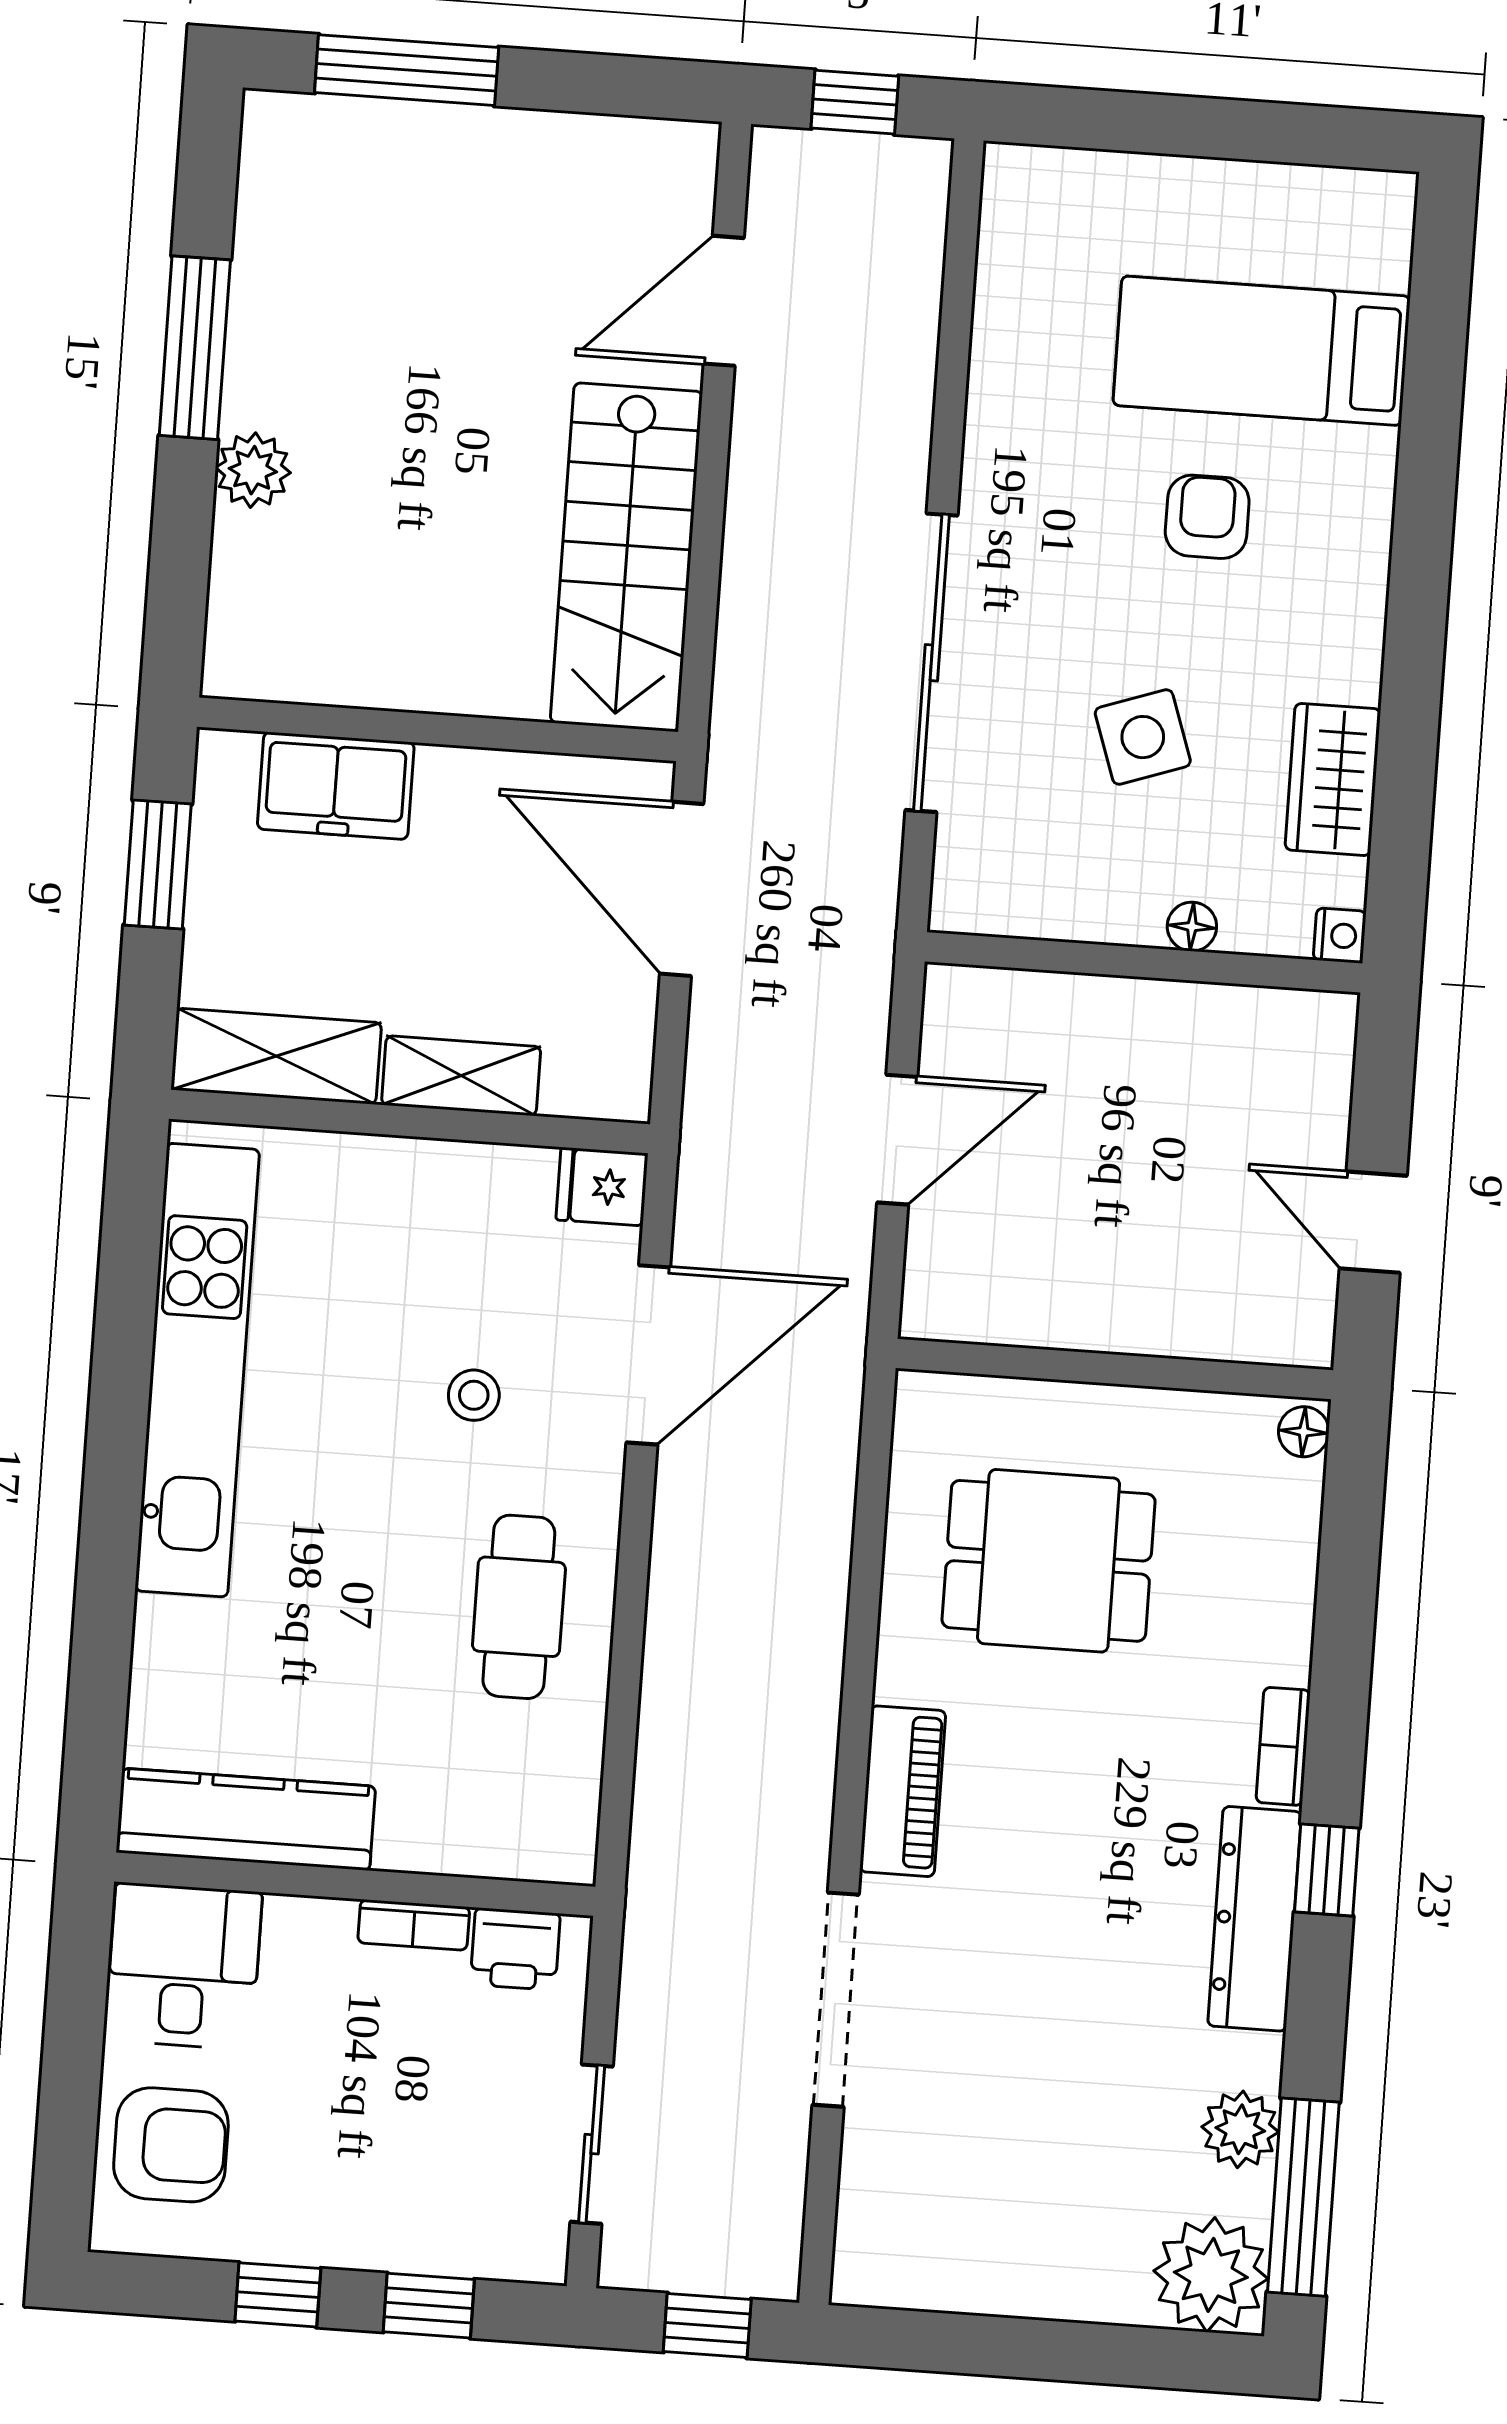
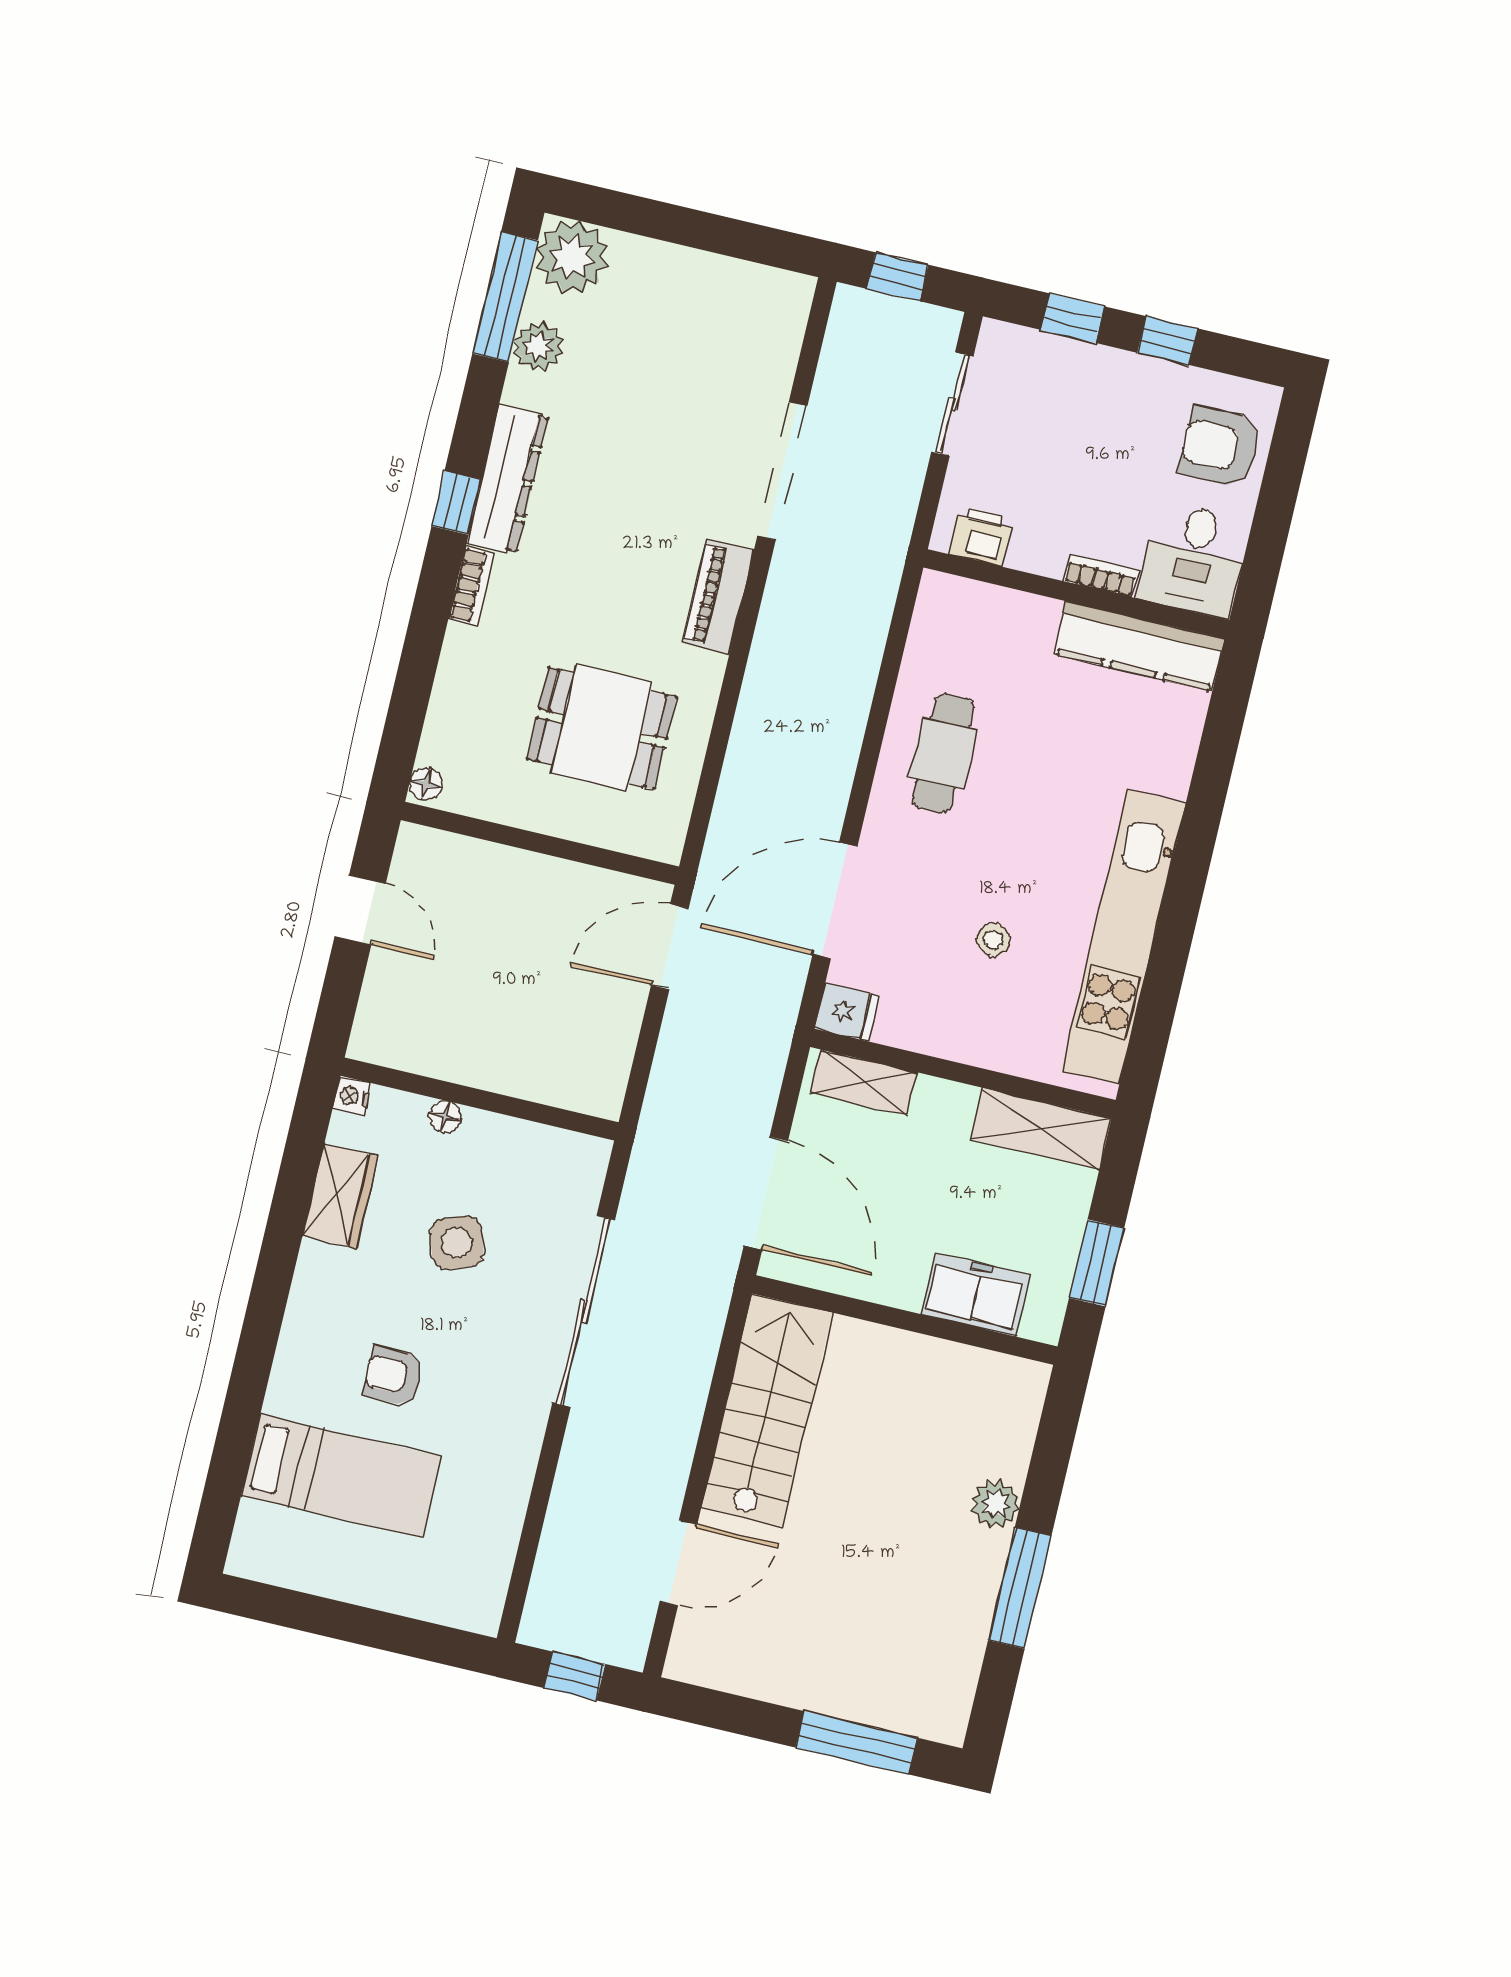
armchair: (1207, 517) -> (393, 1376), turned 90
shelving: (461, 1076) -> (863, 1083), moved
door: (897, 1140) -> (670, 947), moved
stool: (474, 1395) -> (993, 940), moved
bookcase: (414, 1925) -> (1101, 576), moved

